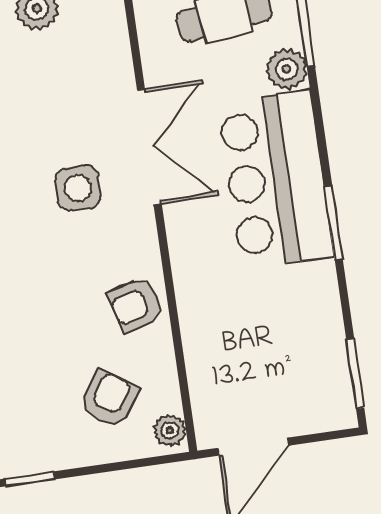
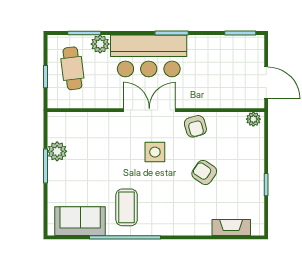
double door: (149, 147) -> (149, 110), moved
side table: (78, 188) -> (155, 152), moved
armchair: (109, 399) -> (204, 172), moved

